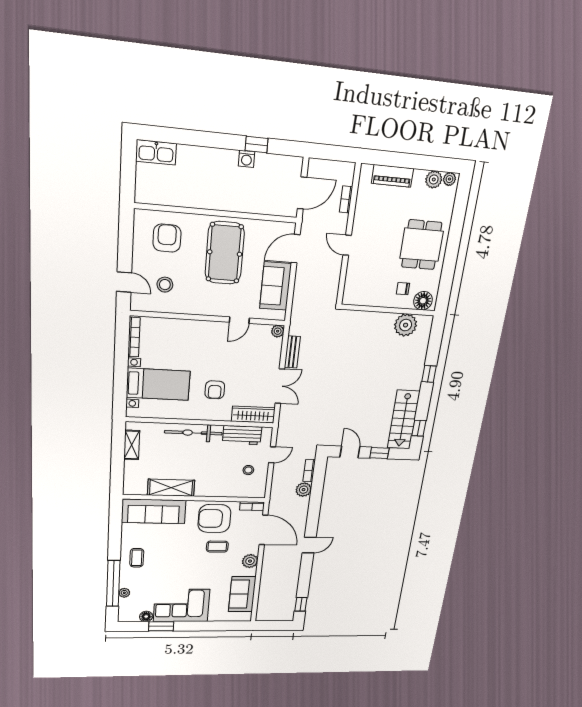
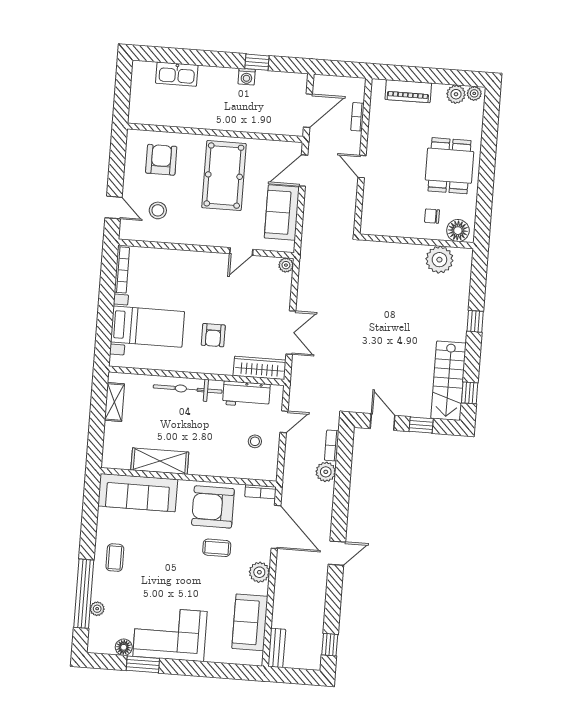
kitchen sink: (156, 152) -> (177, 74), moved
bench: (292, 352) -> (277, 648), moved

